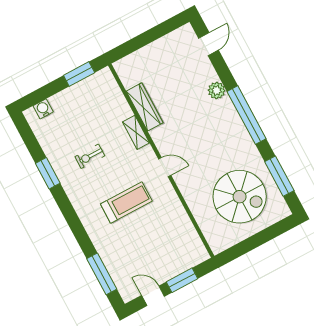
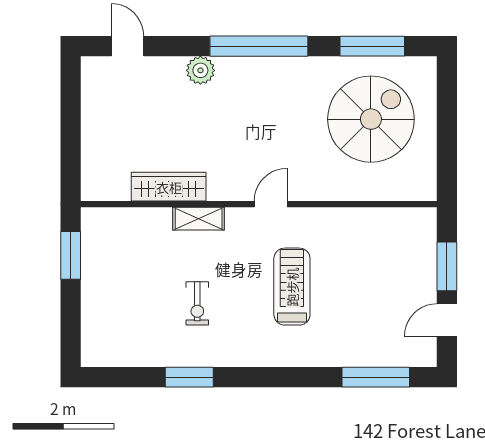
water cooler: (43, 109) -> (93, 334), removed

